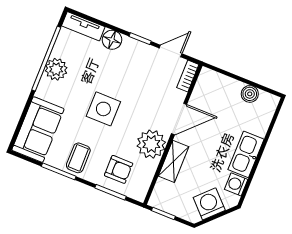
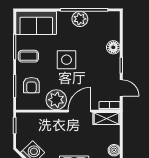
tv unit: (83, 26) -> (115, 25), removed
door: (179, 119) -> (80, 111), swing flipped
shelving: (174, 161) -> (106, 119), moved

